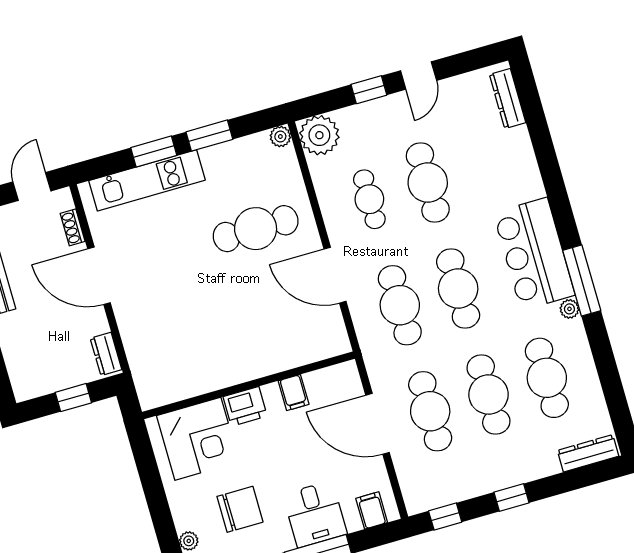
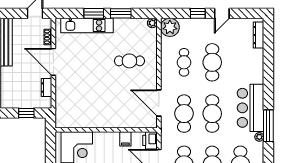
cafe table: (256, 229) -> (129, 61), width x0.73, depth x0.74
door: (335, 275) -> (159, 103), moved
dresser: (106, 354) -> (47, 88), moved
printer: (245, 406) -> (150, 140), moved, turned 90

